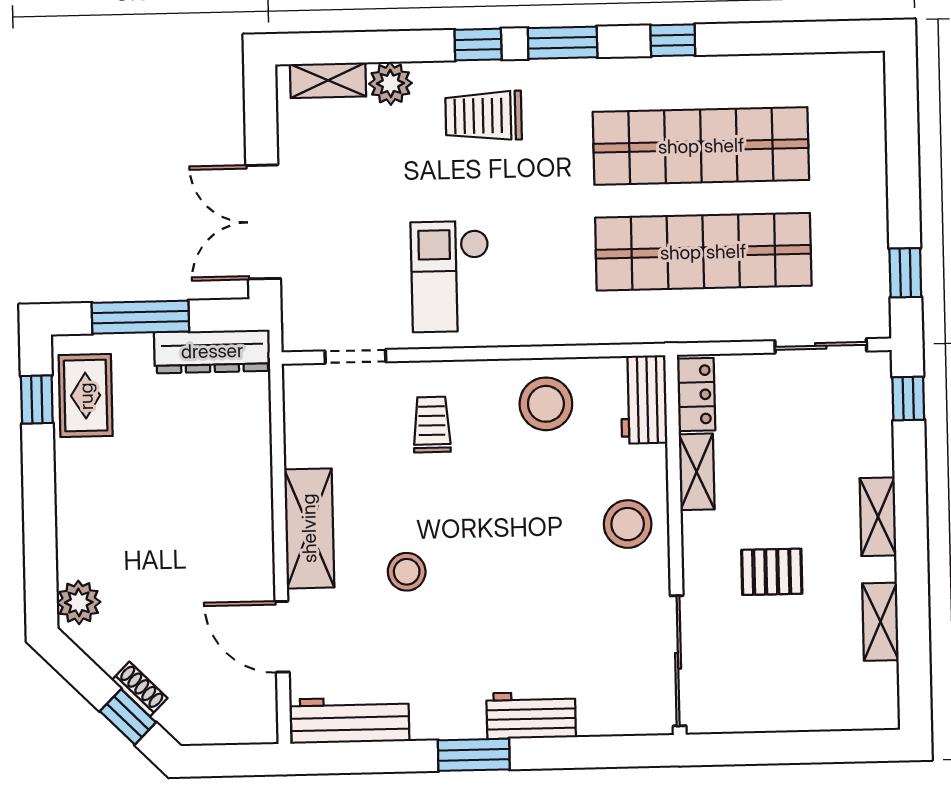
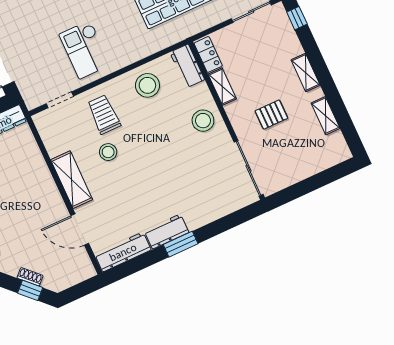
trolley: (432, 425) -> (104, 114), width x1.36, depth x1.39
stool: (407, 572) -> (108, 152), moved
workbench: (531, 715) -> (166, 232), moved

